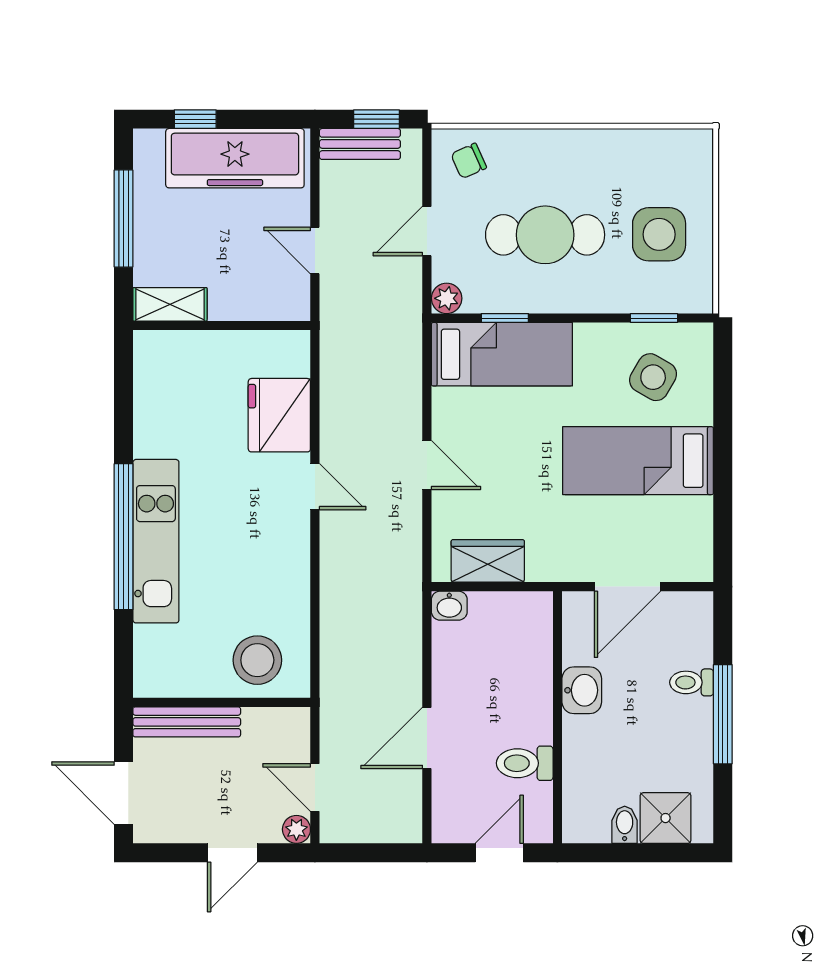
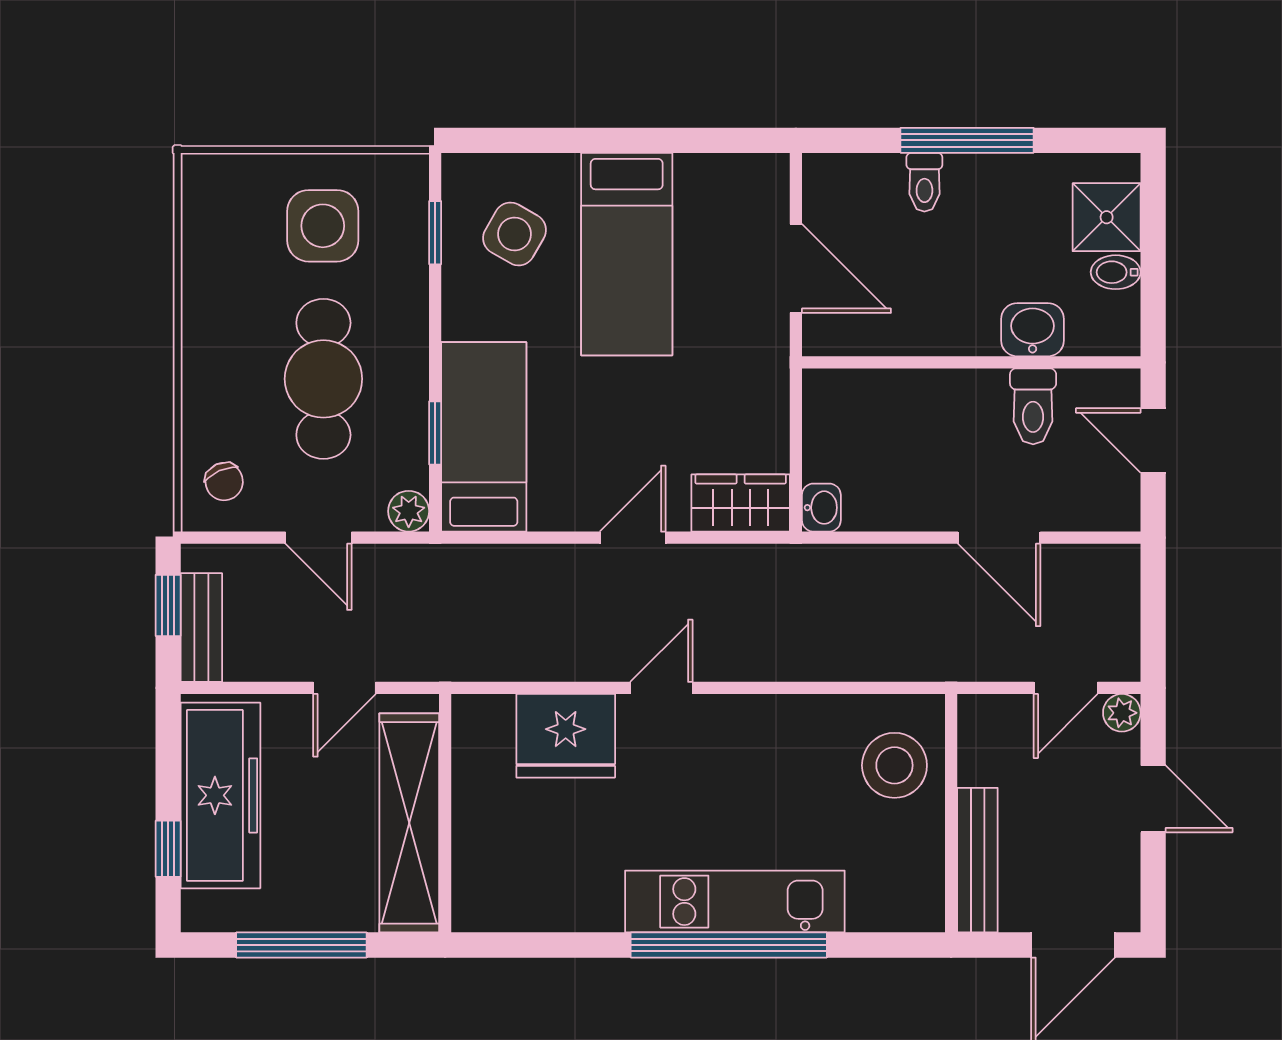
shelving: (170, 304) -> (409, 823), width x2.20, depth x1.33
wardrobe: (488, 561) -> (741, 503), moved, turned 90
washbasin: (582, 690) -> (1033, 330), moved

